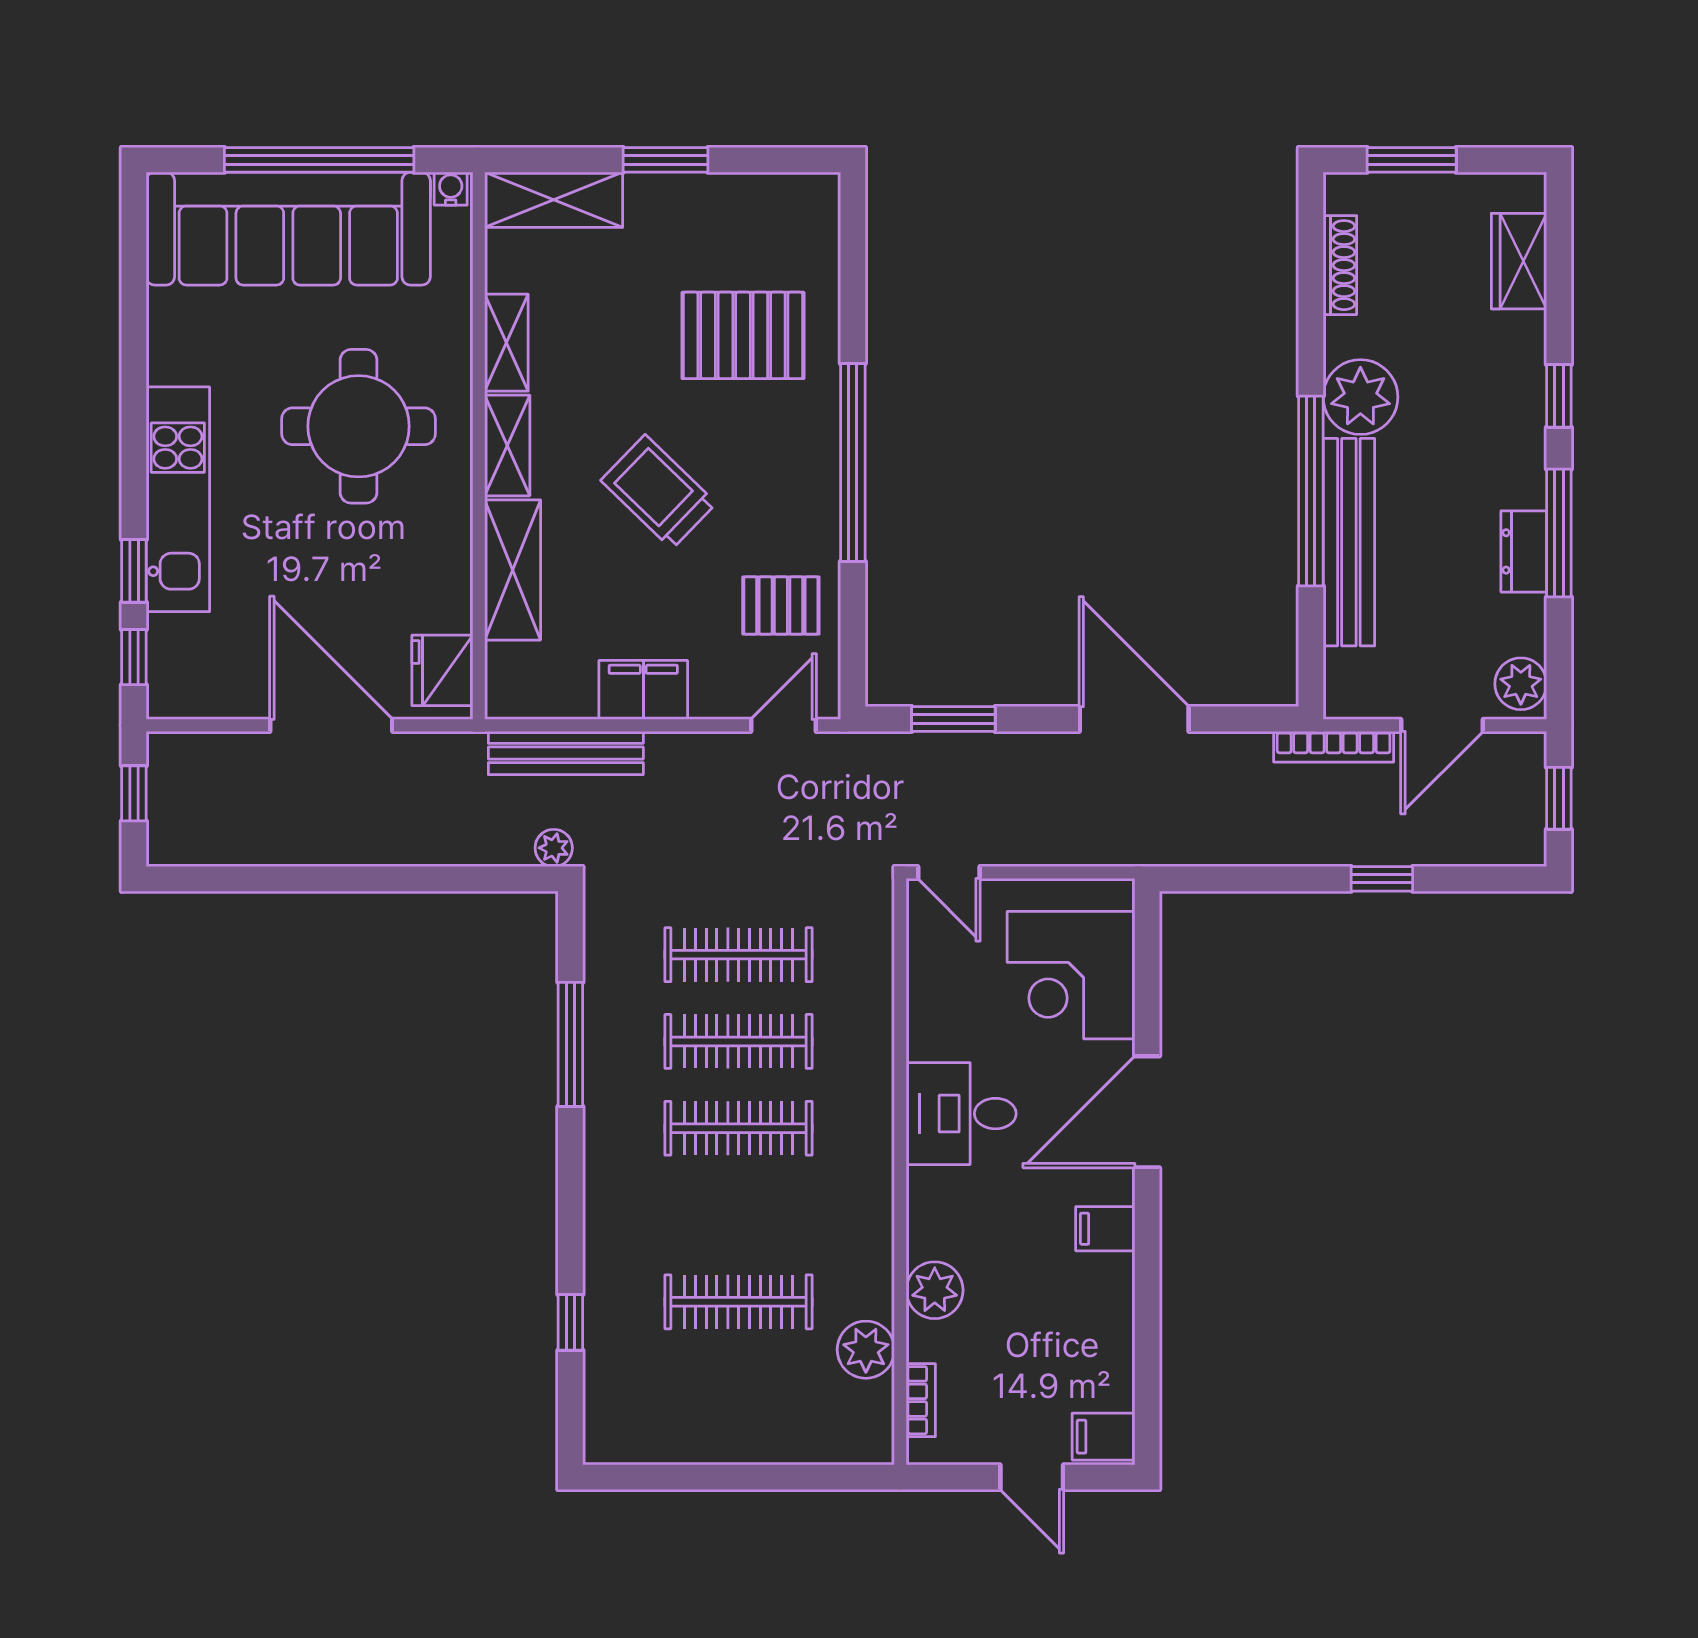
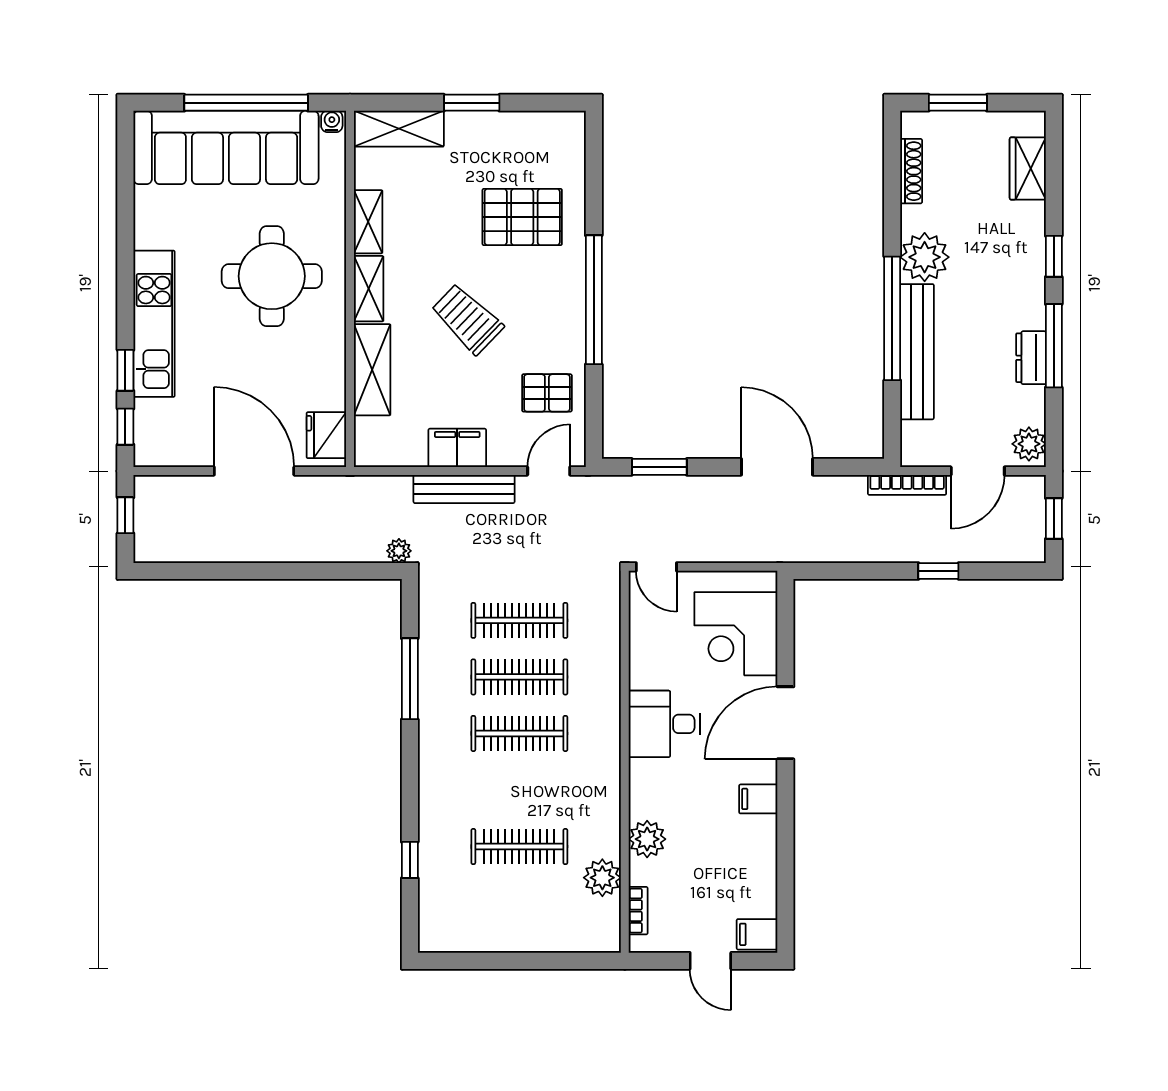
bench: (566, 753) -> (464, 489), moved

